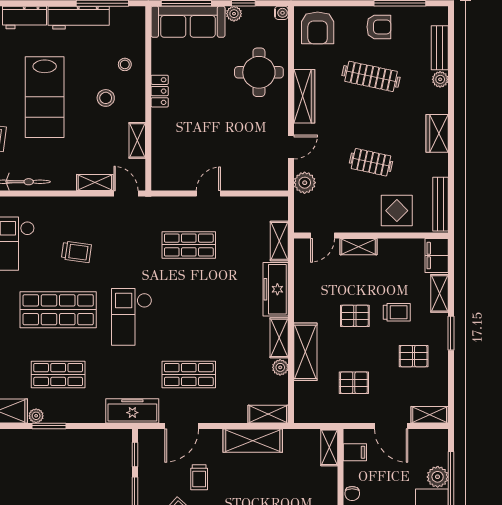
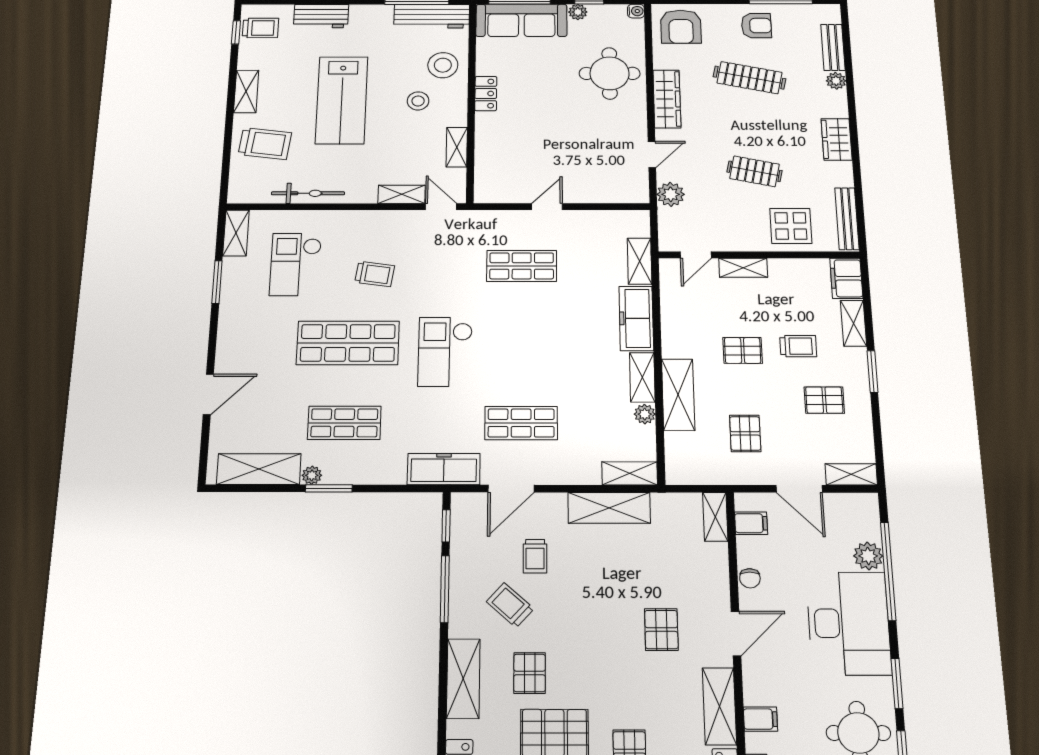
workbench: (79, 18) -> (432, 16), moved
stool: (125, 64) -> (443, 65), width x1.89, depth x1.89
pallet: (354, 383) -> (745, 433), turned 90

